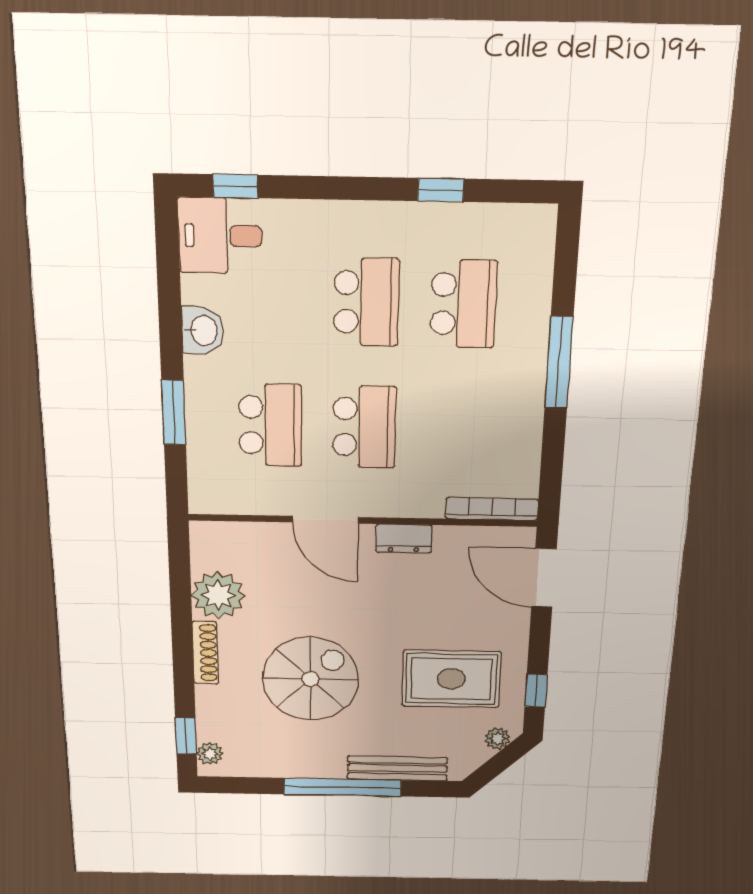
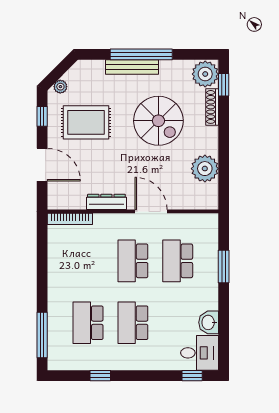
washbasin: (203, 331) -> (209, 322), moved
window: (559, 363) -> (42, 335), moved
dresser: (404, 539) -> (106, 202), width x1.44
door: (544, 578) -> (42, 165), moved
shoe rack: (205, 653) -> (212, 107), moved
spiral stairs: (310, 679) -> (158, 121), turned -90
plant: (210, 754) -> (205, 74), width x1.87, depth x1.87
bench: (397, 768) -> (132, 67), moved

